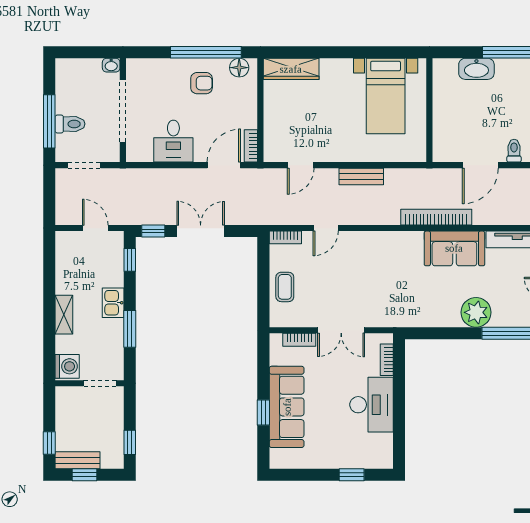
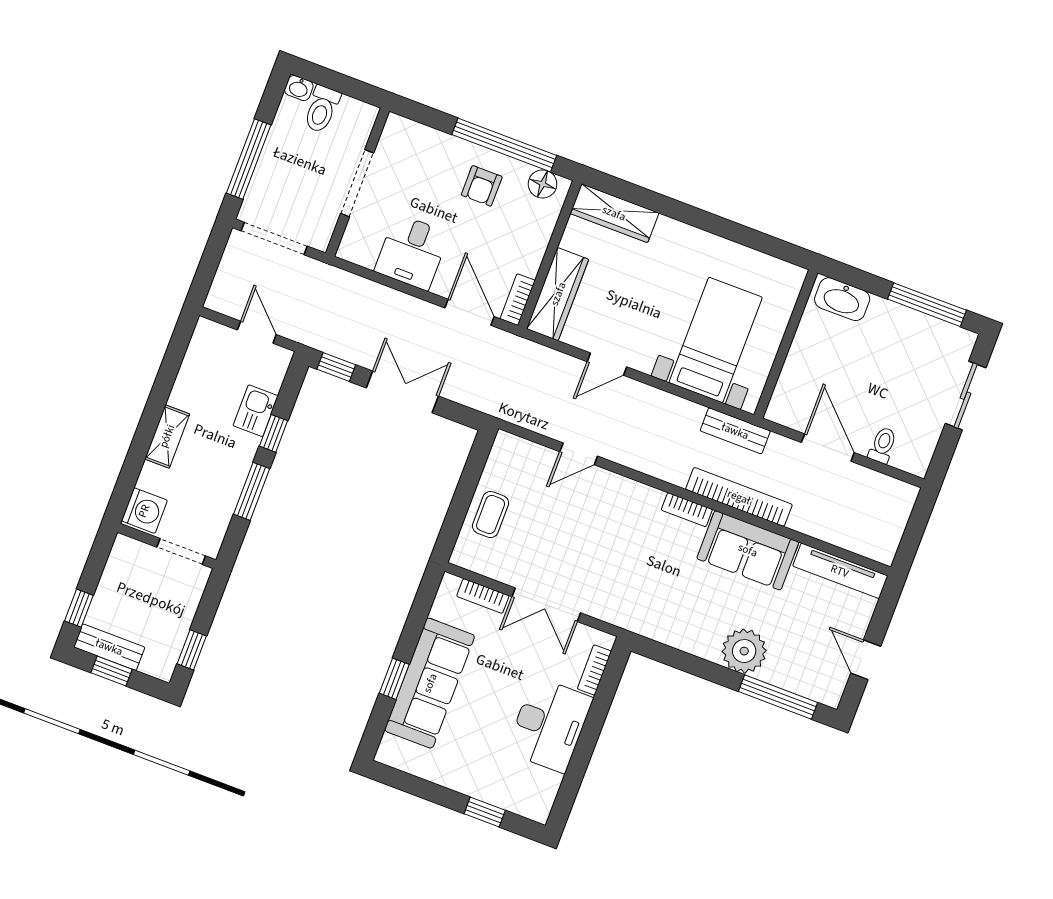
washbasin: (111, 65) -> (299, 88), moved
washbasin: (476, 69) -> (842, 299), moved
armchair: (202, 83) -> (482, 186), turned 90
bed with nightstands: (386, 96) -> (716, 340), moved, turned 180
doorway: (123, 111) -> (357, 183), width x0.73
toilet: (70, 124) -> (322, 109), moved, turned 90
wardrobe: (275, 133) -> (558, 294), added
doorway: (84, 165) -> (274, 238), width x1.38
door: (224, 165) -> (469, 312), hinge flipped
door: (301, 165) -> (607, 364), moved
door: (480, 165) -> (828, 448), swing flipped
bench: (361, 177) -> (735, 431), moved
bookcase: (285, 237) -> (687, 510), moved
window: (130, 260) -> (274, 433), moved
kitchen sink: (113, 303) -> (256, 411), moved

